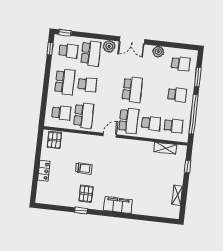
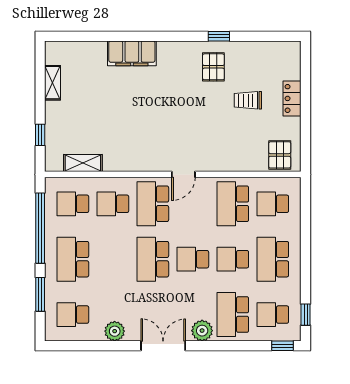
school desk: (110, 87) -> (193, 259), added
school desk: (177, 95) -> (73, 259), width x1.85
trolley: (84, 168) -> (248, 100), moved
filing cabinet: (118, 205) -> (132, 53), moved

